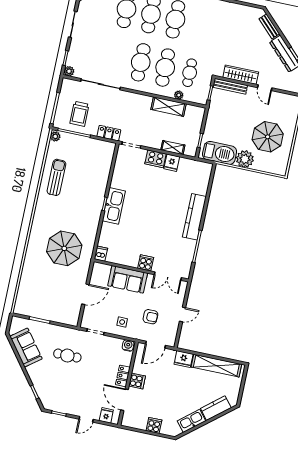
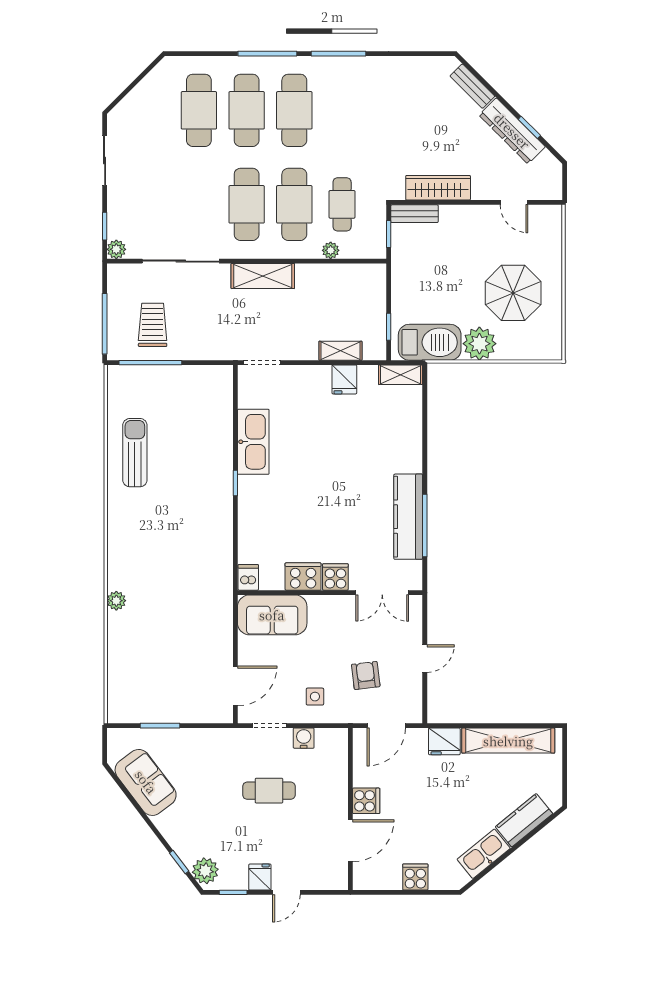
bench: (230, 86) -> (414, 214), width x0.73
door: (265, 88) -> (514, 202), moved
shelving: (168, 107) -> (263, 276), moved
trolley: (79, 114) -> (153, 325), turned 180
locker: (109, 133) -> (215, 349), removed
plant: (55, 136) -> (116, 601), moved
cooker: (155, 159) -> (303, 577), moved, turned 180
shelving: (201, 166) -> (401, 375), added
kitchen sink: (114, 206) -> (253, 442), moved
kitchen counter: (194, 217) -> (408, 517), moved
parasol: (64, 248) -> (178, 582), removed
sofa: (128, 279) -> (272, 615), moved
door: (85, 294) -> (235, 686), moved
armchair: (150, 317) -> (366, 675), turned -97
water cooler: (128, 346) -> (304, 738), moved
cafe table: (67, 356) -> (269, 791), moved
locker: (123, 376) -> (338, 797), removed
plant: (47, 399) -> (205, 871), added
door: (125, 400) -> (350, 841), swing flipped
fridge: (106, 415) -> (260, 877), moved

